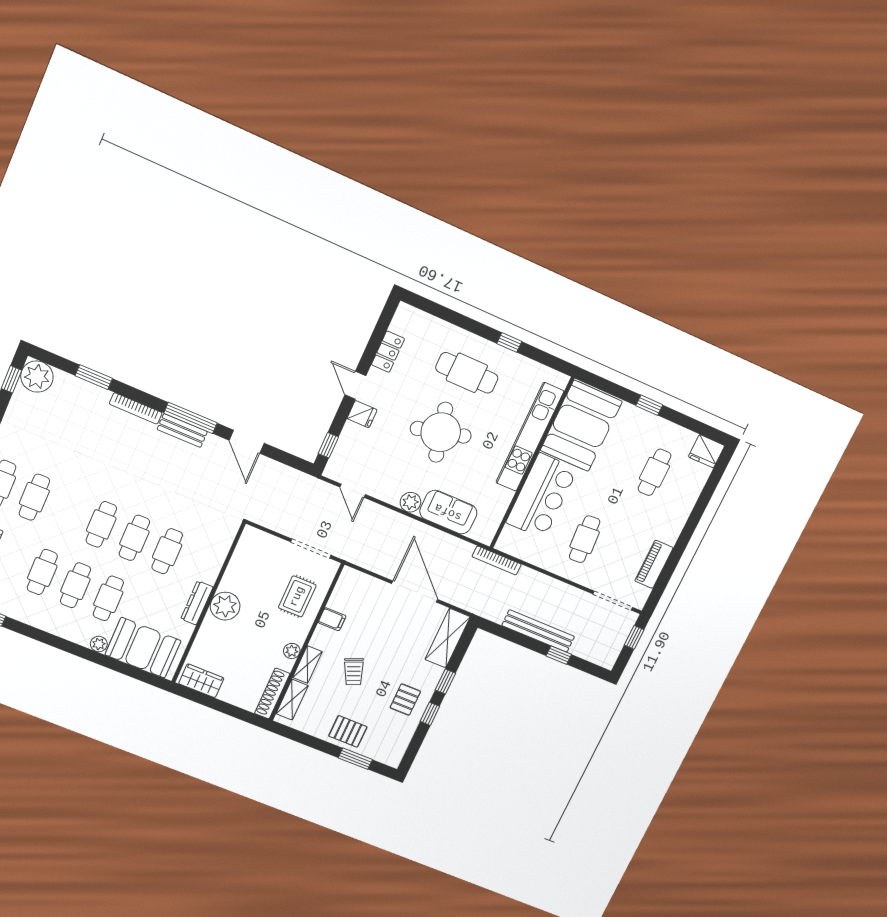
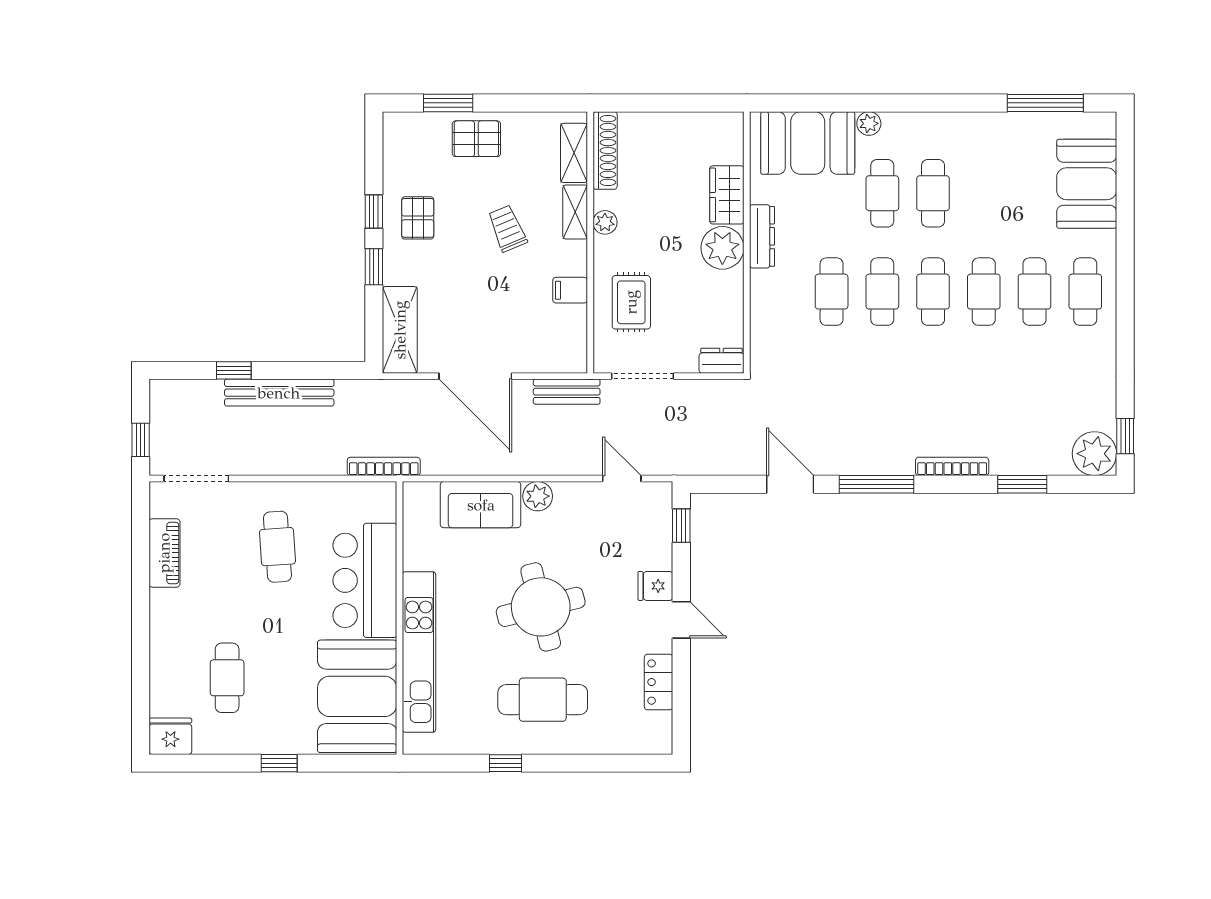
bench: (182, 431) -> (567, 392), moved
dresser: (256, 537) -> (722, 361), added
cafe table: (42, 572) -> (984, 292), moved
wardrobe: (201, 681) -> (727, 195), moved, turned 90

